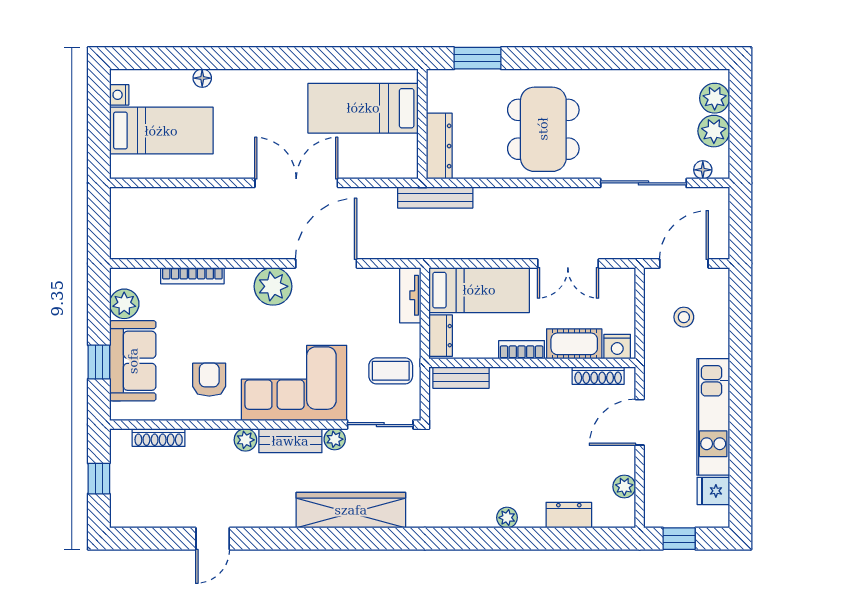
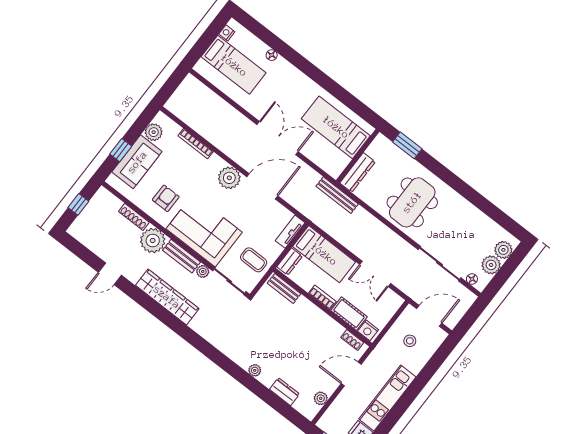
shoe rack: (598, 376) -> (352, 340), width x0.70
shoe rack: (159, 438) -> (134, 217), moved
plant: (245, 440) -> (153, 241), width x1.87, depth x1.87
wardrobe: (351, 510) -> (167, 297), moved

